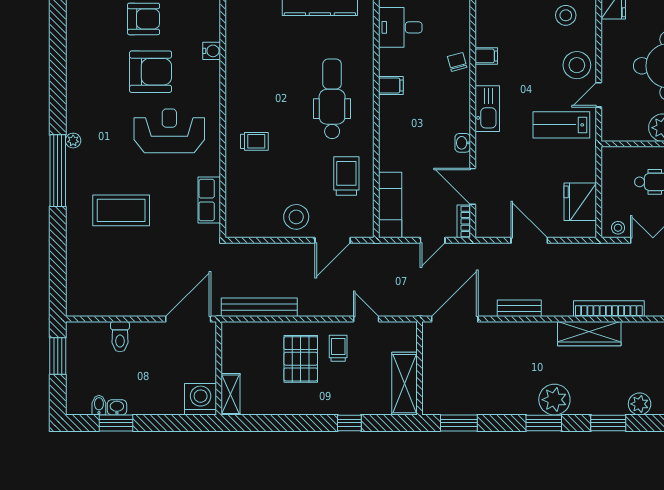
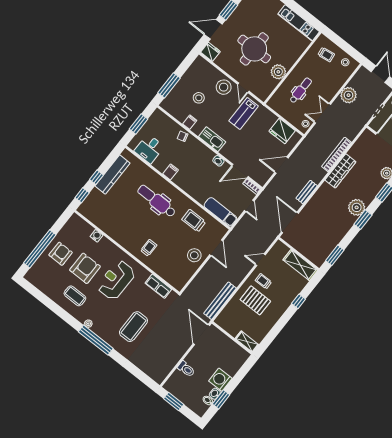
stool: (566, 15) -> (199, 98), moved
coffee table: (98, 89) -> (75, 296), added
washing machine: (201, 399) -> (220, 380), moved

